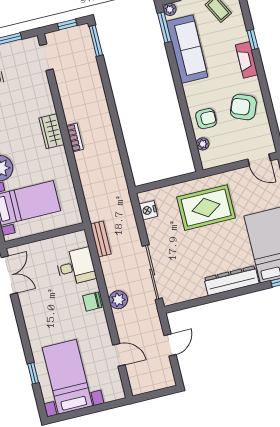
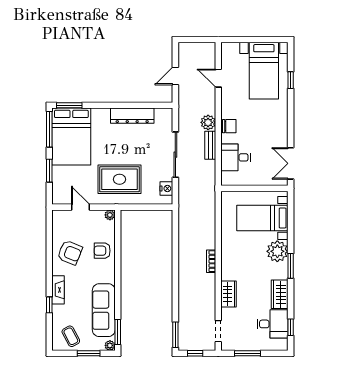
wardrobe: (52, 131) -> (229, 294), moved
plant: (203, 144) -> (110, 215), moved
door: (259, 160) -> (80, 207), moved
bench: (101, 239) -> (210, 145), moved
sliding door: (152, 272) -> (175, 155), moved
dresser: (232, 281) -> (132, 116), moved

